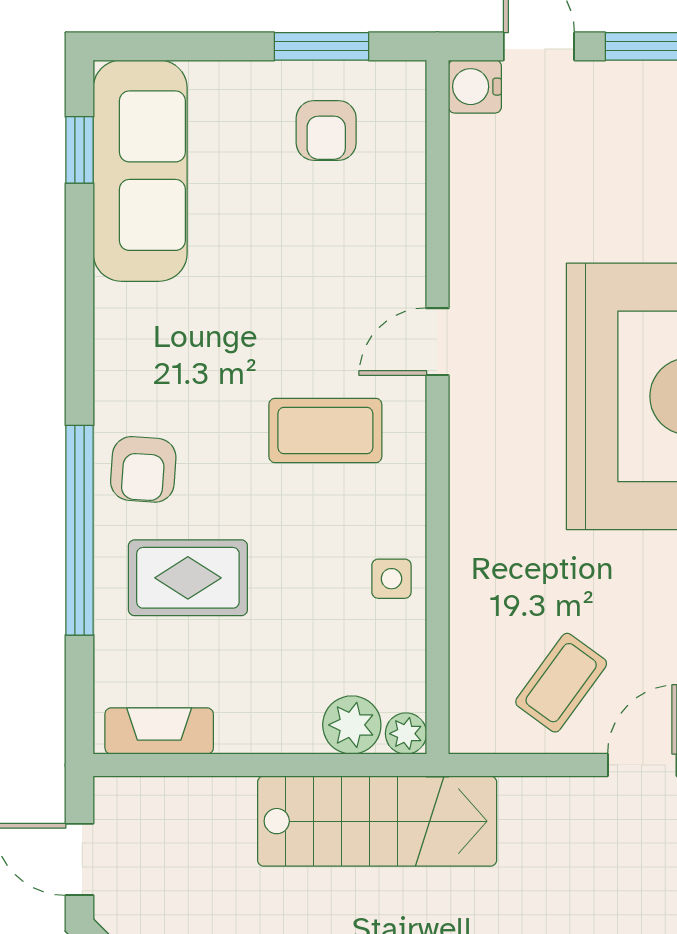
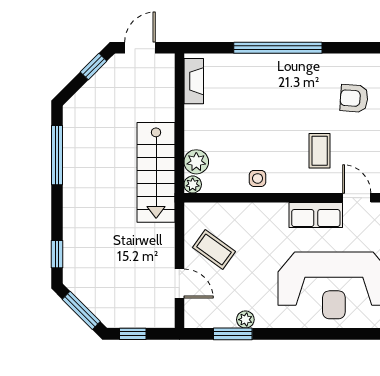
coffee table: (325, 430) -> (320, 151), width x0.73, depth x0.77
row of seats: (479, 440) -> (316, 215), added
armchair: (143, 469) -> (354, 98), moved
rug: (188, 578) -> (258, 93), removed

